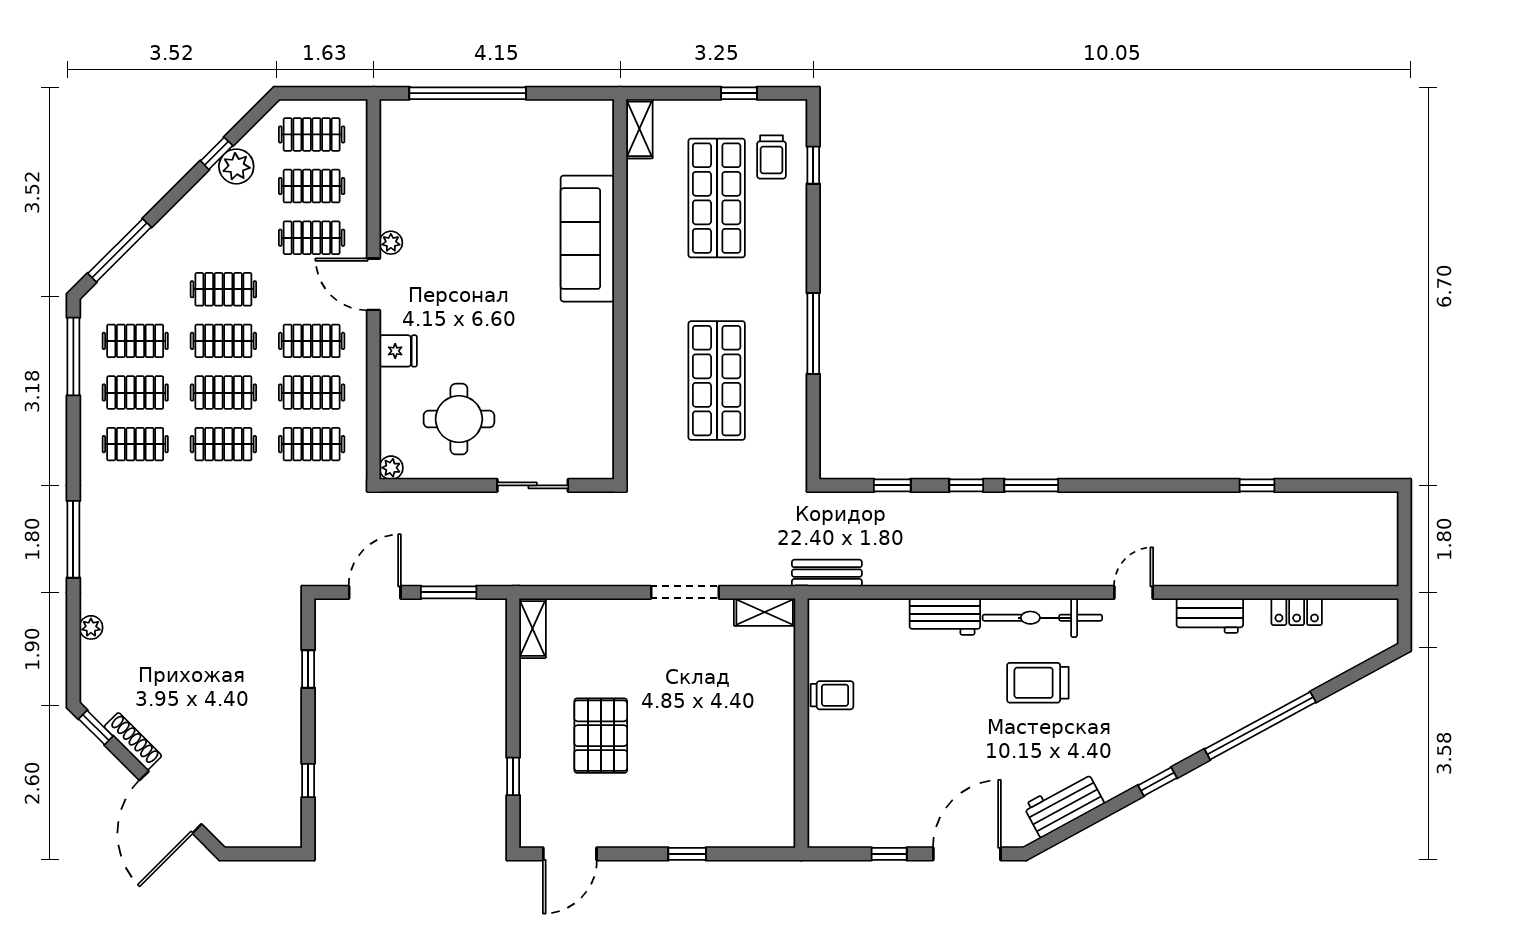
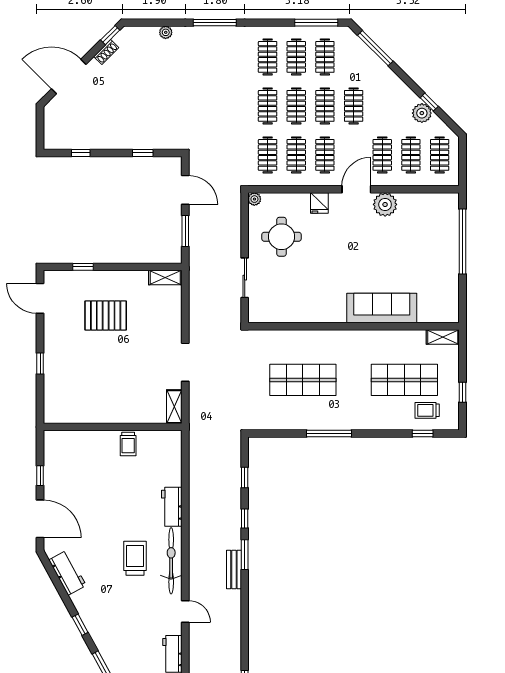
plant: (391, 243) -> (385, 204), width x1.88, depth x1.88
bench: (827, 573) -> (234, 570), moved
shoe rack: (133, 741) -> (106, 52), width x0.70

